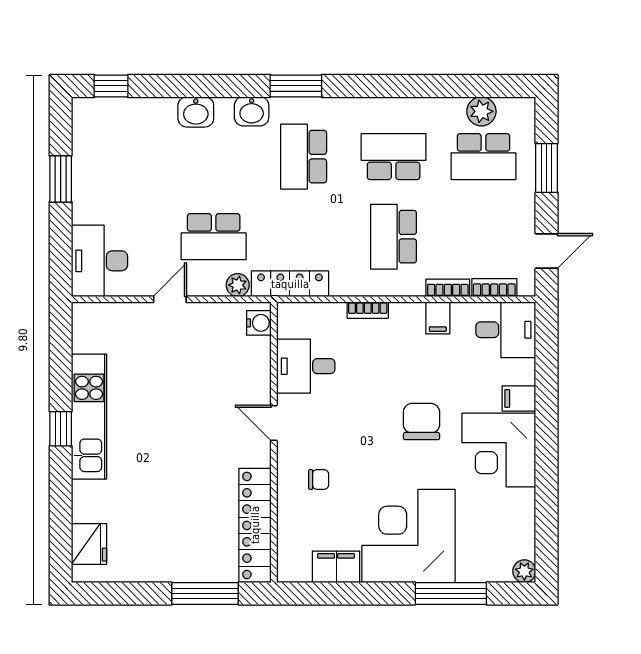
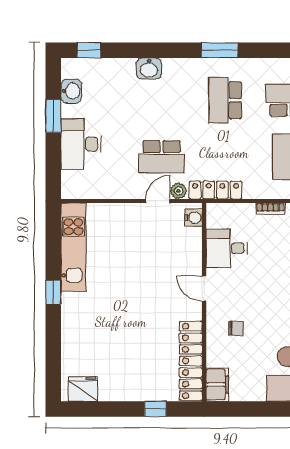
washbasin: (252, 111) -> (71, 91), moved, turned -90
desk: (100, 261) -> (81, 144), moved
door: (170, 299) -> (158, 201), moved
kitchen unit: (89, 417) -> (73, 247), moved
fridge: (89, 544) -> (83, 389), moved, turned -90
filing cabinet: (336, 567) -> (217, 385), moved, turned 90
window: (205, 593) -> (155, 409), width x0.46

